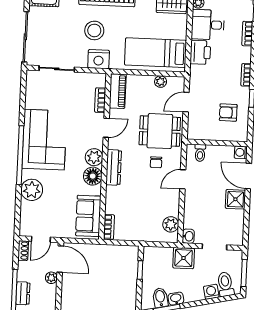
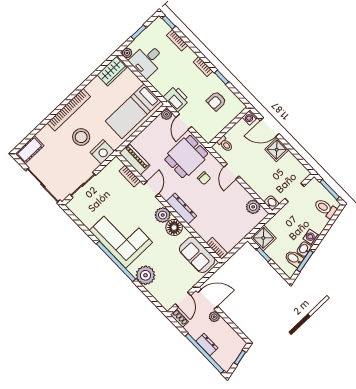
printer: (200, 52) -> (176, 99), moved
plant: (161, 82) -> (167, 114), moved
shower: (184, 258) -> (263, 238), moved
washing machine: (211, 292) -> (311, 237), moved

